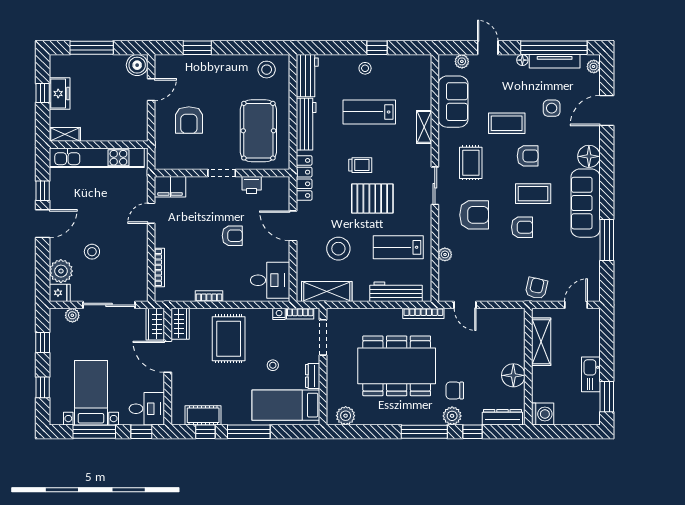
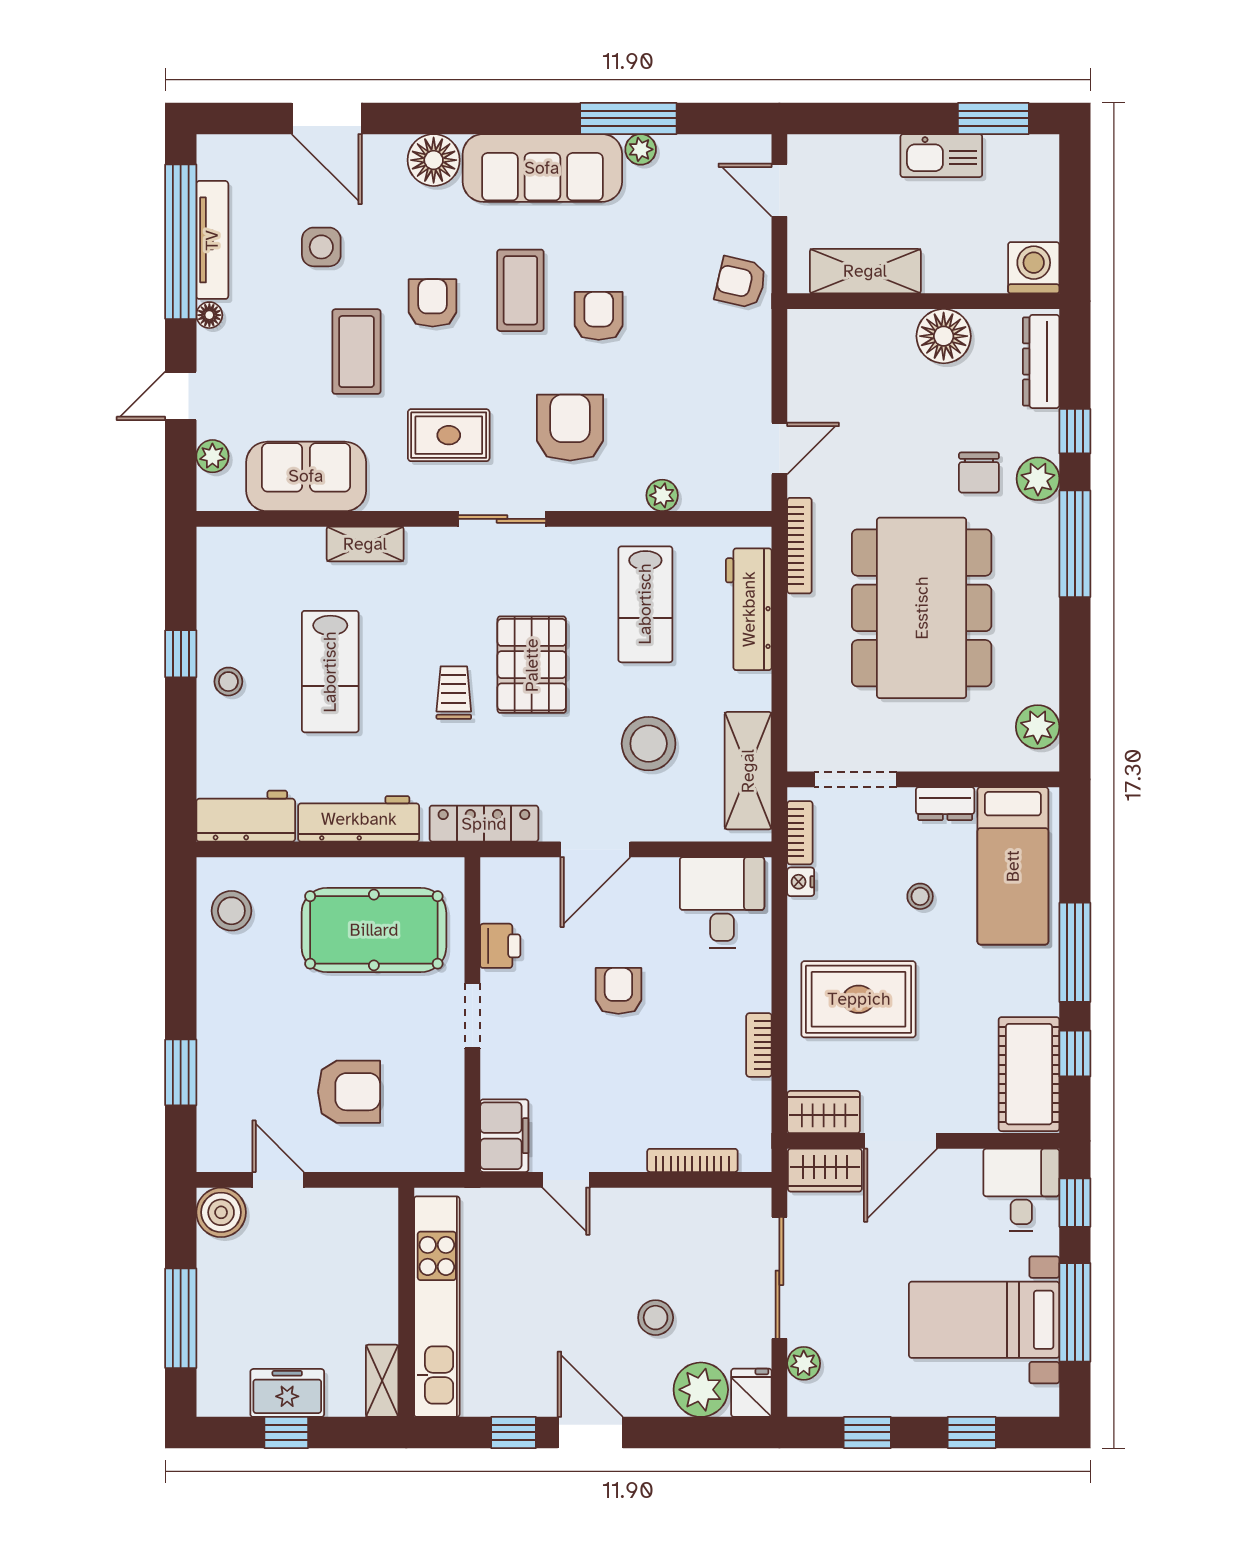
plant: (594, 67) -> (641, 149), moved
cot: (203, 415) -> (1029, 1074), width x1.37, depth x1.34

